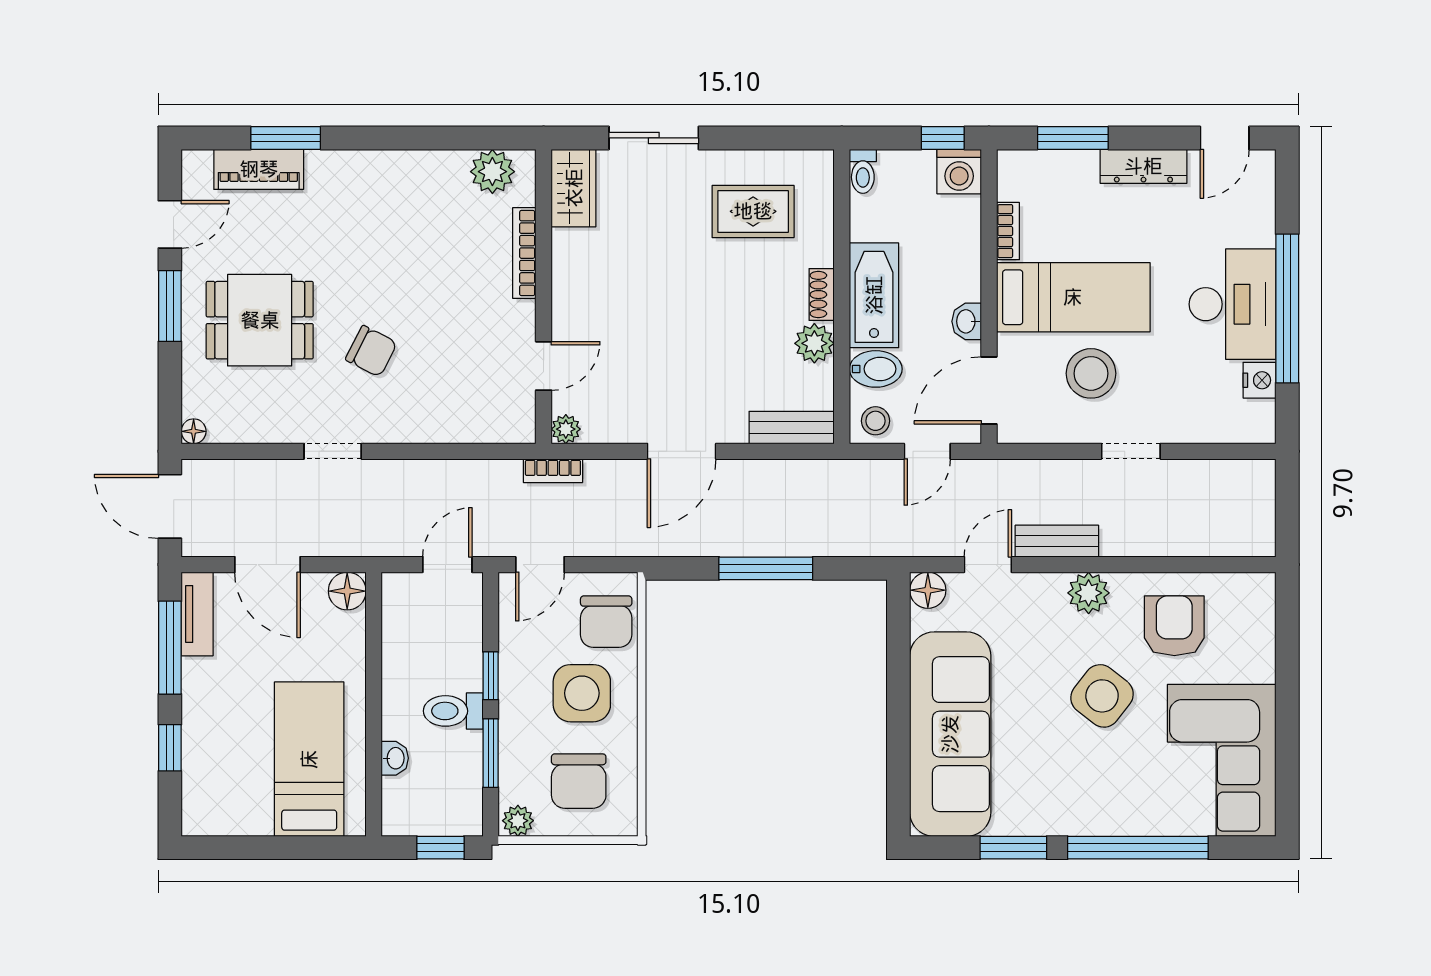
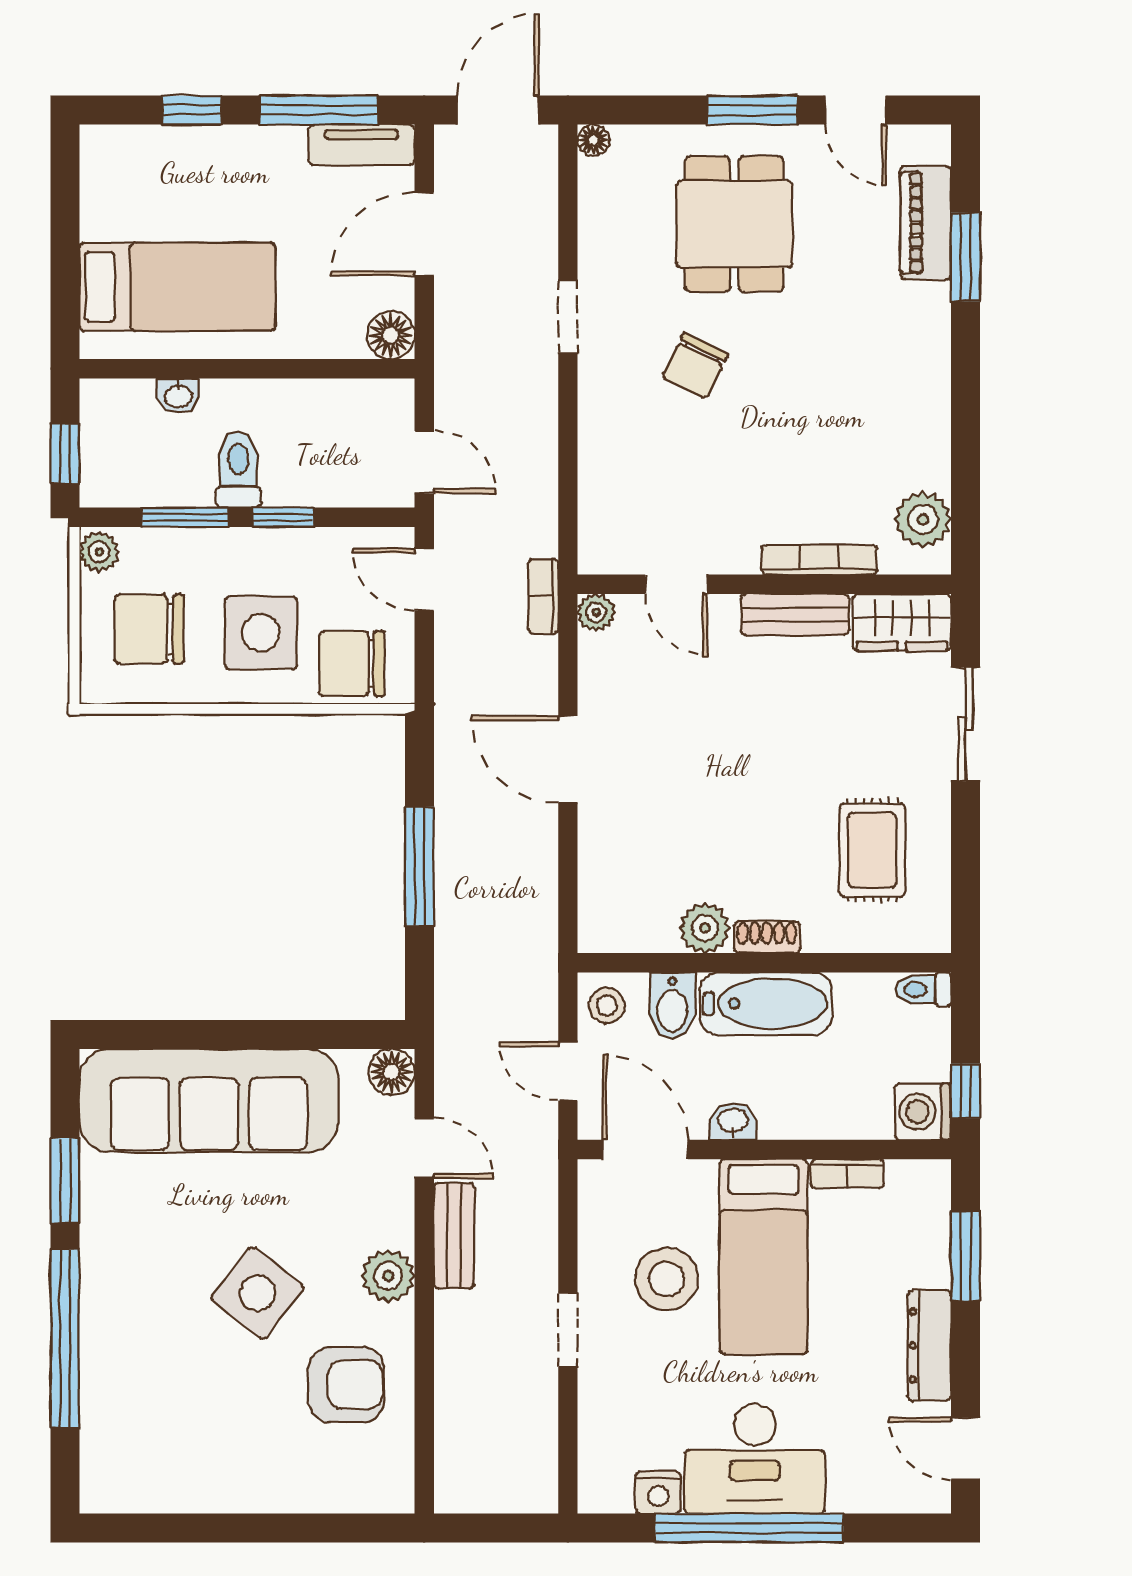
bench: (792, 428) -> (795, 614), moved, turned 90
corner sofa: (1222, 760) -> (176, 1445), removed

